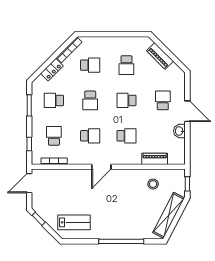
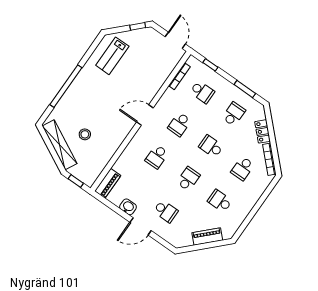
piano: (155, 159) -> (108, 183), moved
door: (101, 167) -> (145, 115), hinge flipped
stool: (153, 184) -> (85, 134), moved

